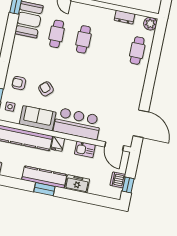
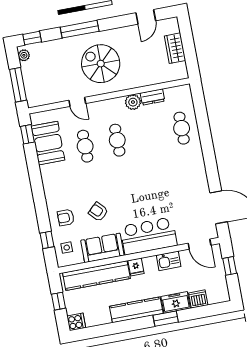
plant: (150, 24) -> (133, 102), moved
dishwasher: (118, 180) -> (198, 299), moved, turned 90
window: (128, 185) -> (230, 266), moved
window: (44, 189) -> (166, 319), moved

